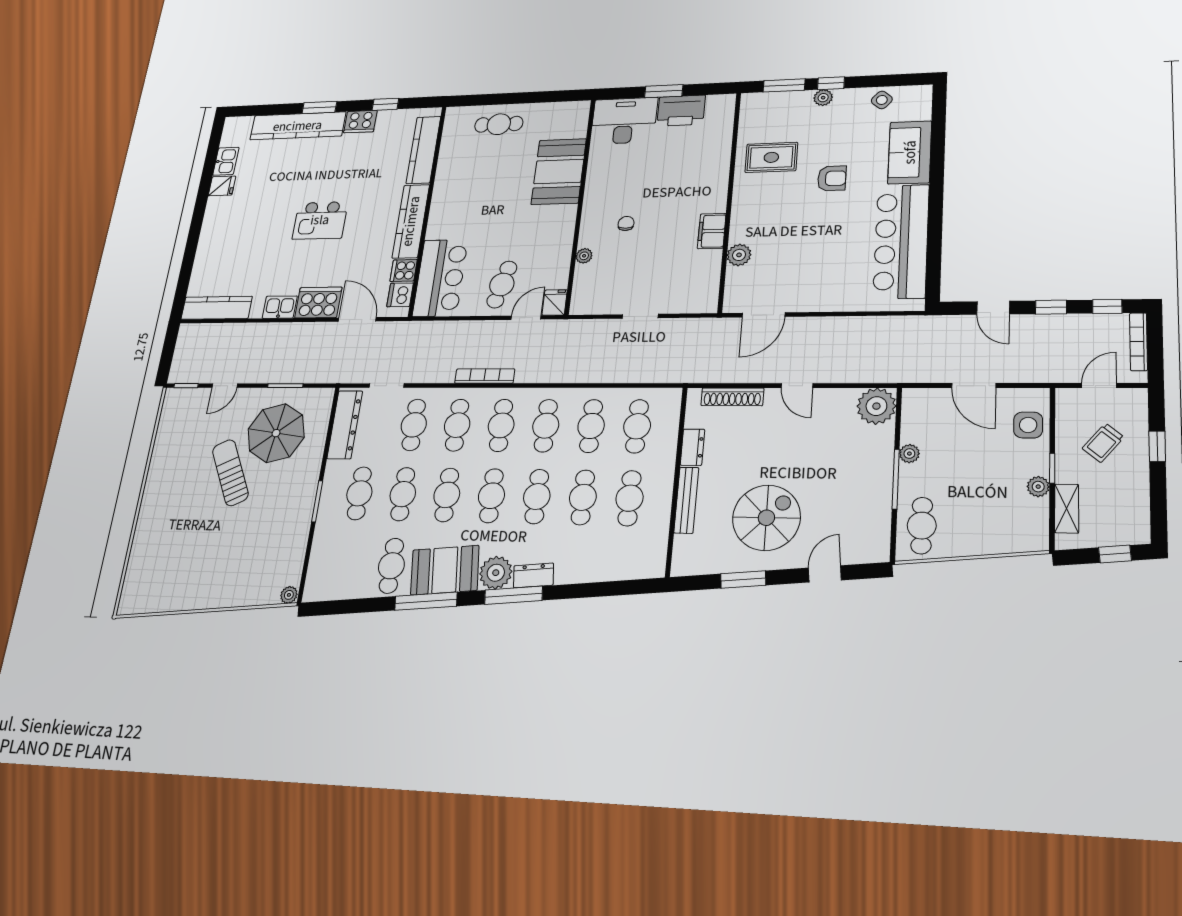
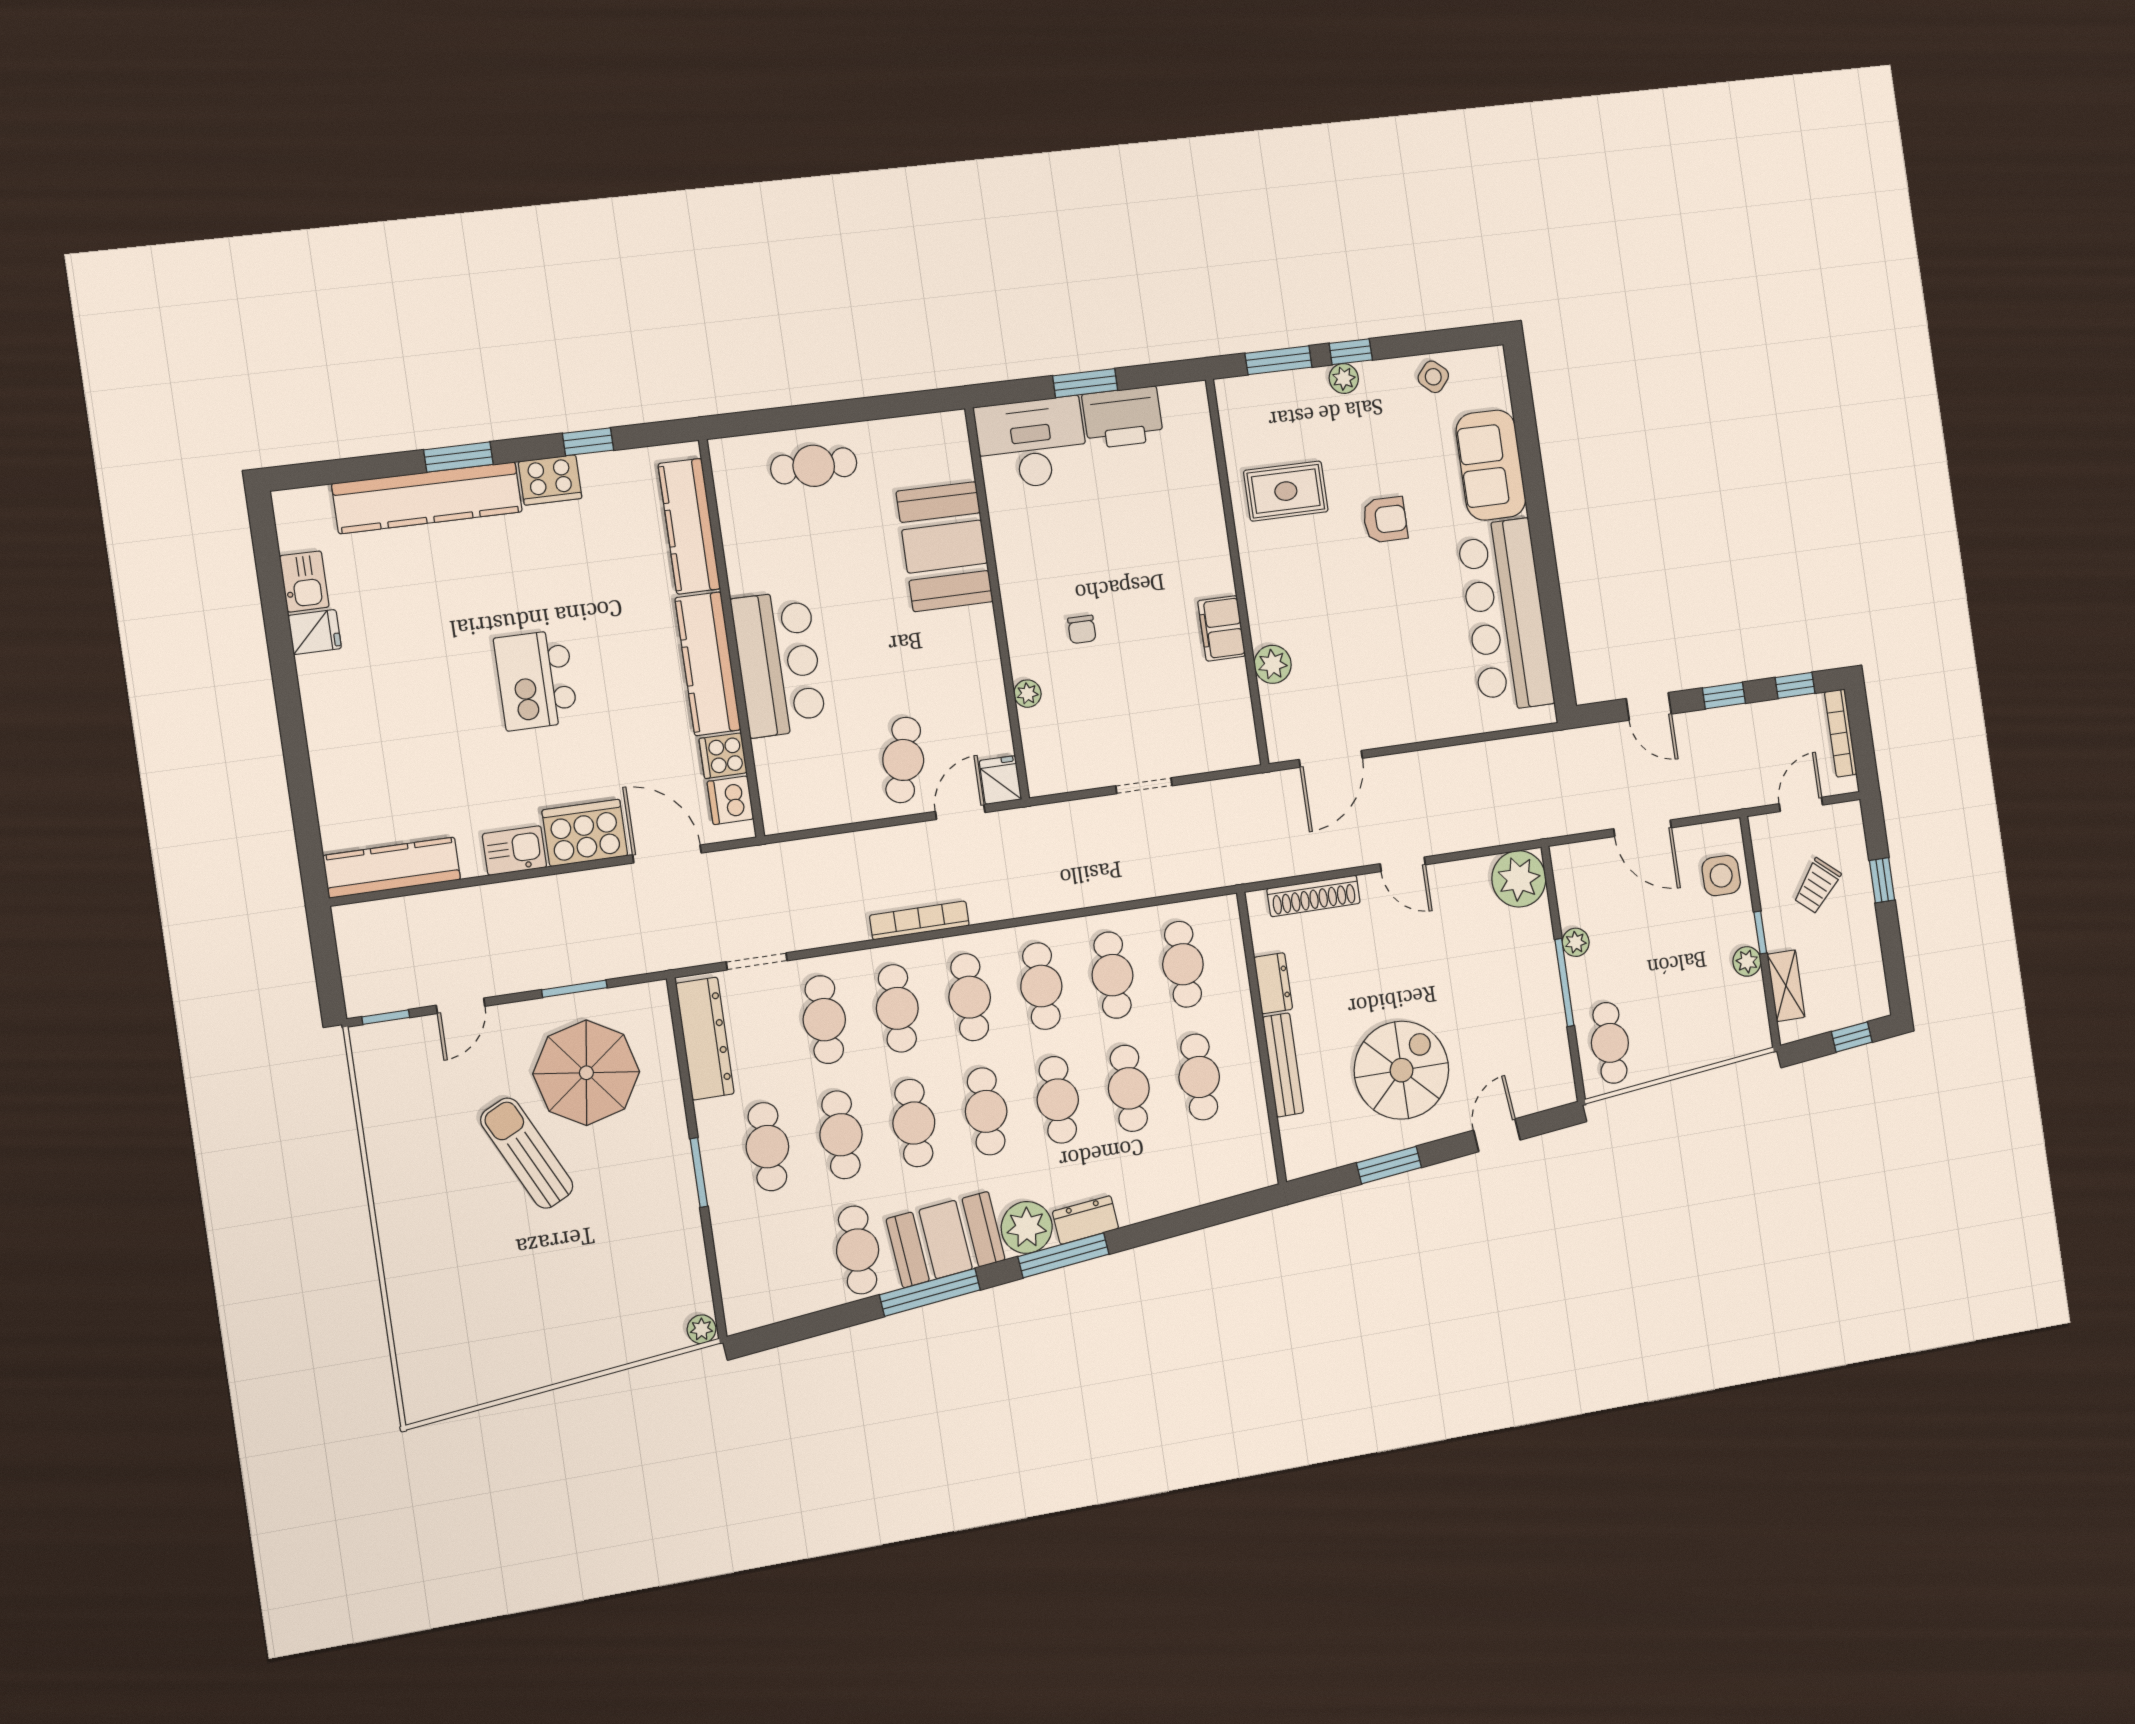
kitchen island: (320, 220) -> (536, 680), turned 90
chair: (626, 223) -> (1082, 629), turned 180
bar counter: (440, 278) -> (779, 664), moved

